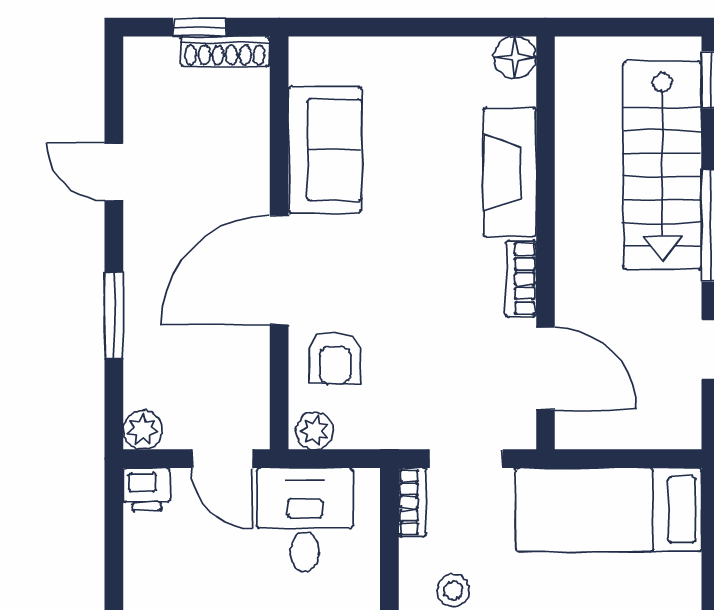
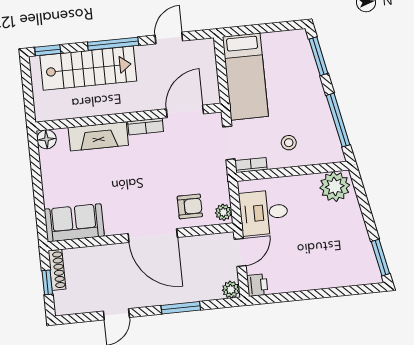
sofa: (325, 150) -> (74, 223), moved

